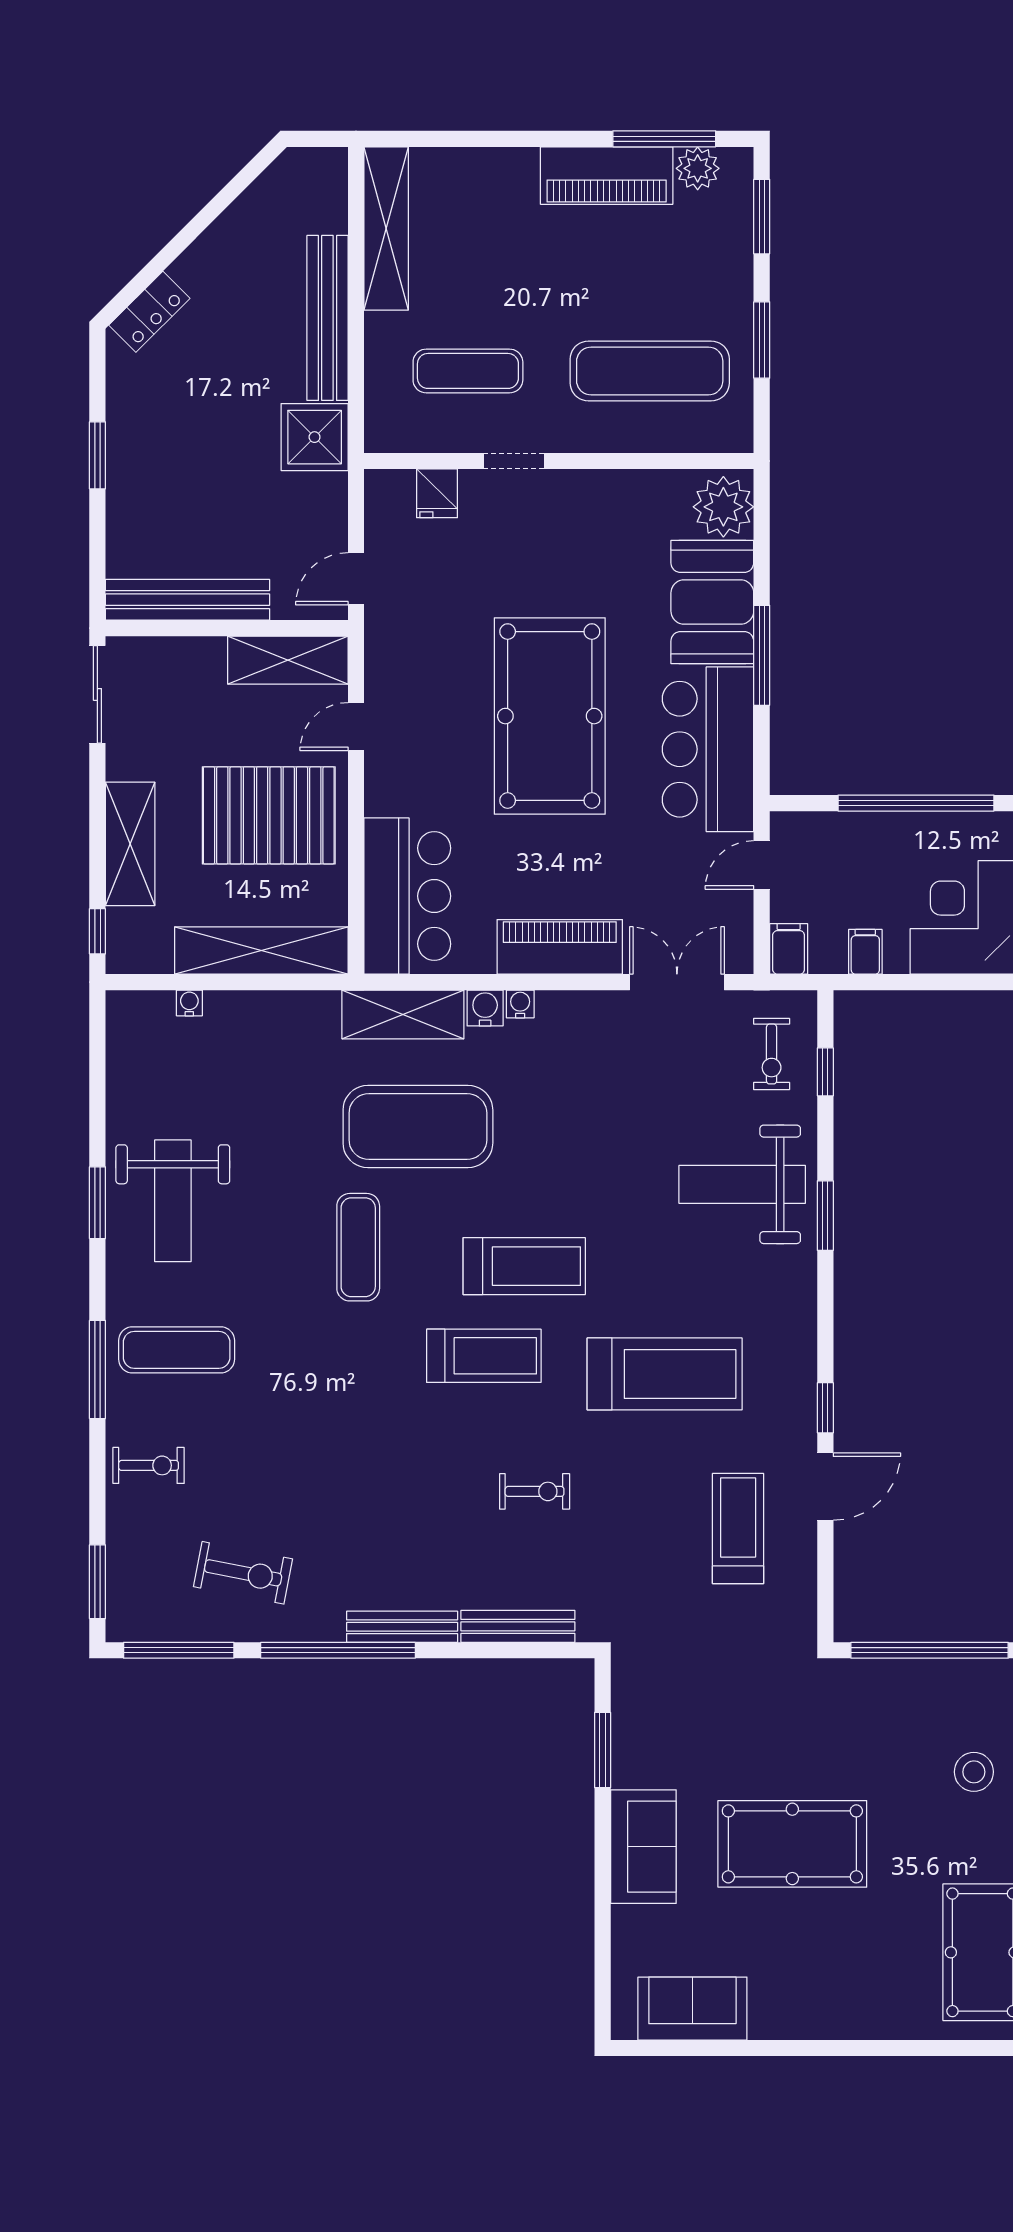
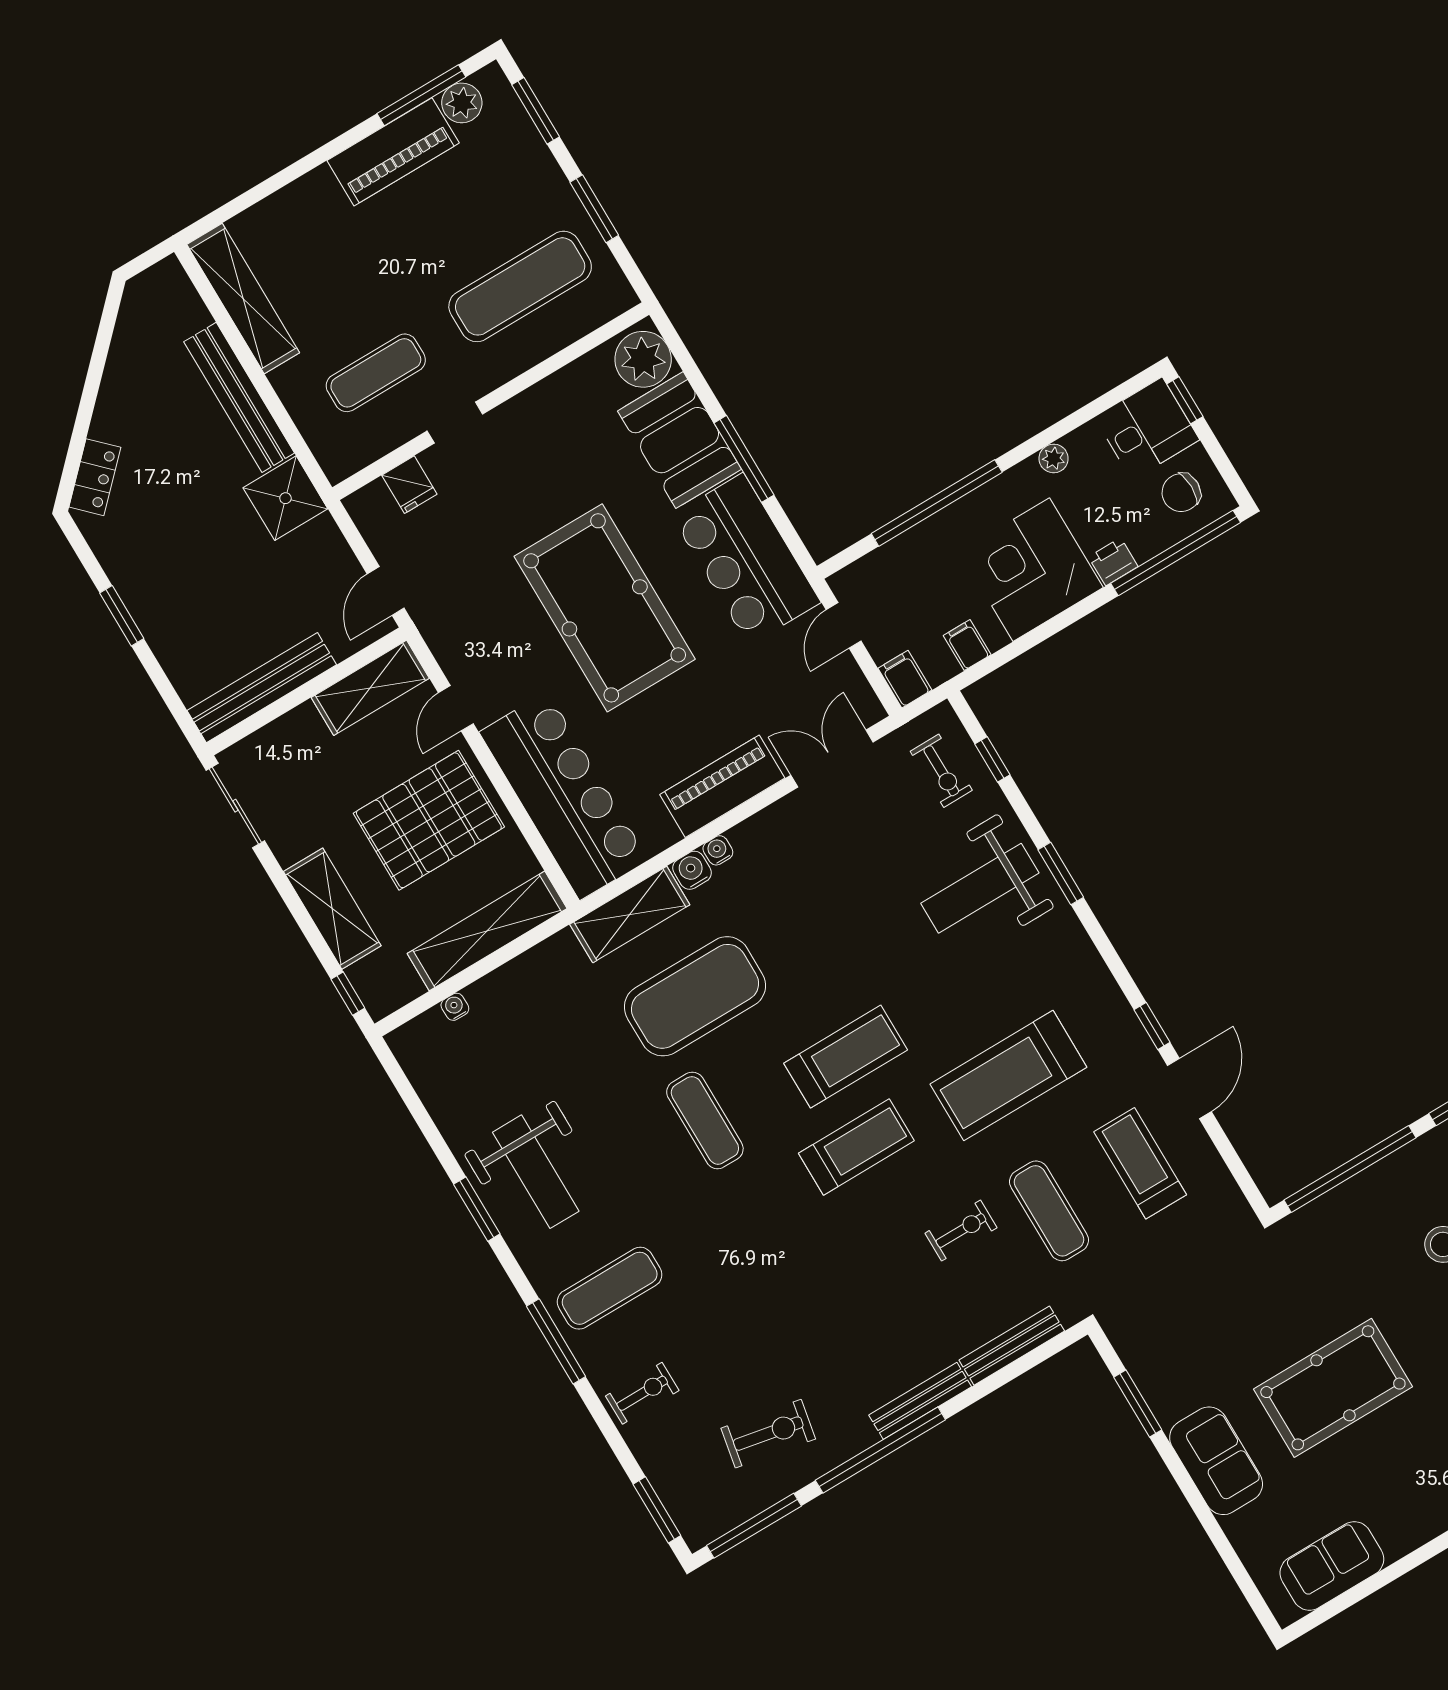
bar counter: (407, 896) -> (564, 796), width x1.36
treadmill: (665, 1374) -> (1008, 1076), turned 180
exercise mat: (627, 1522) -> (1049, 1211), added

